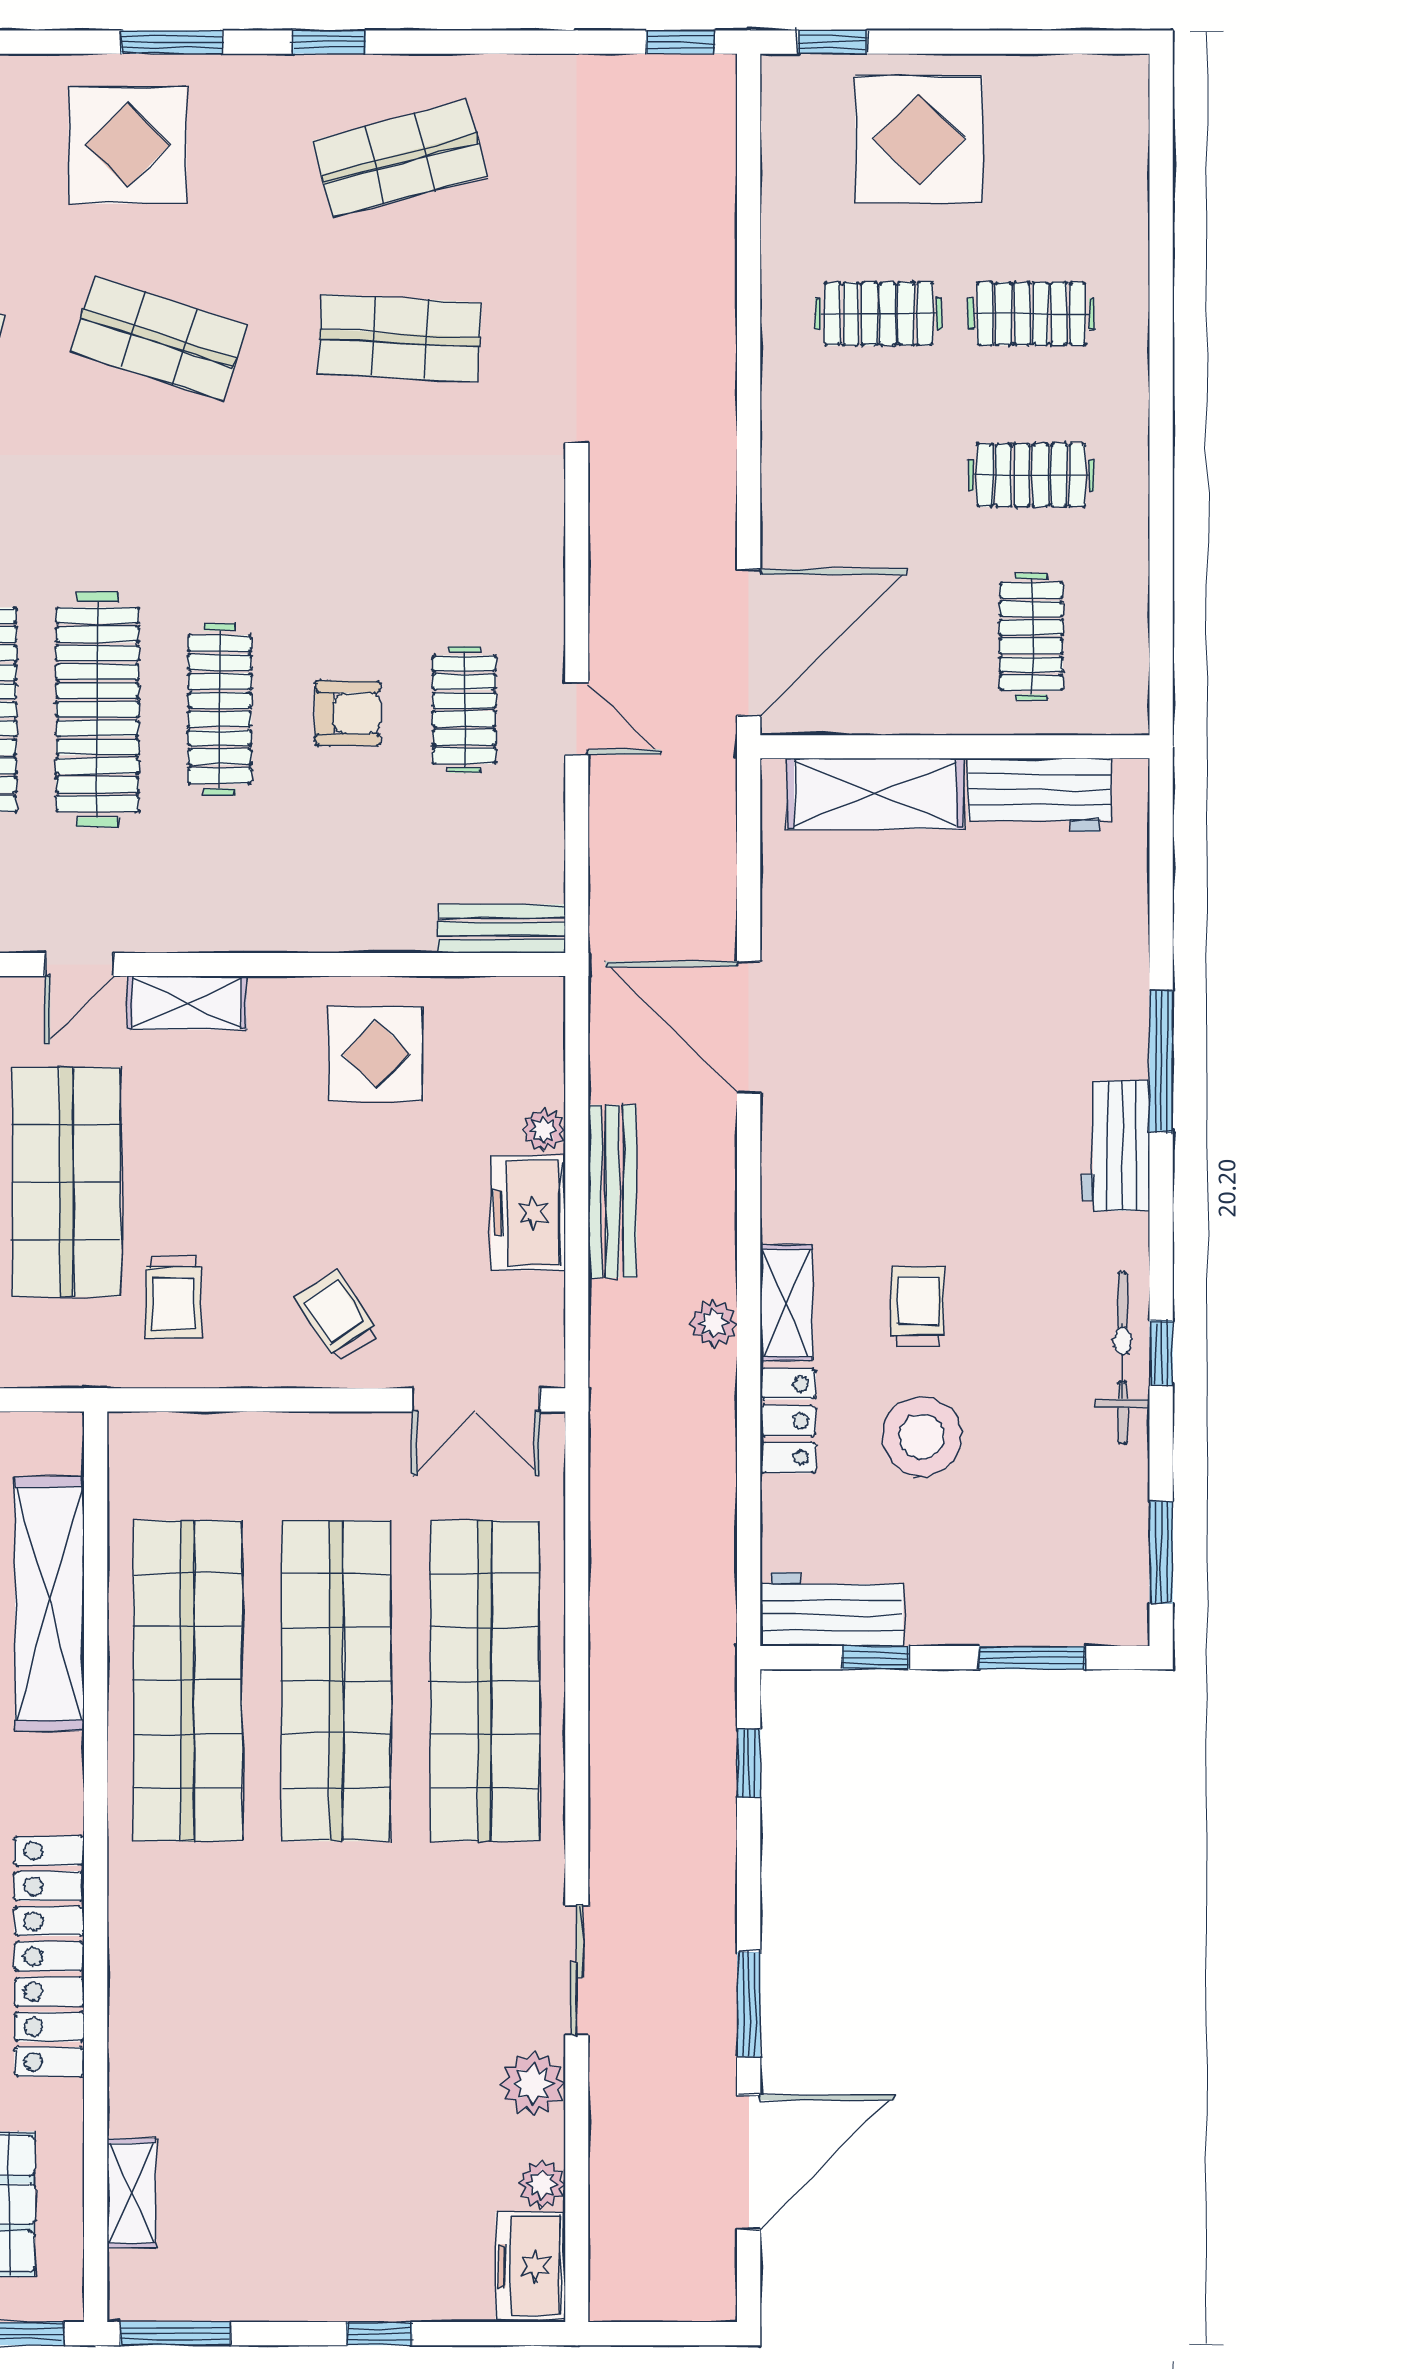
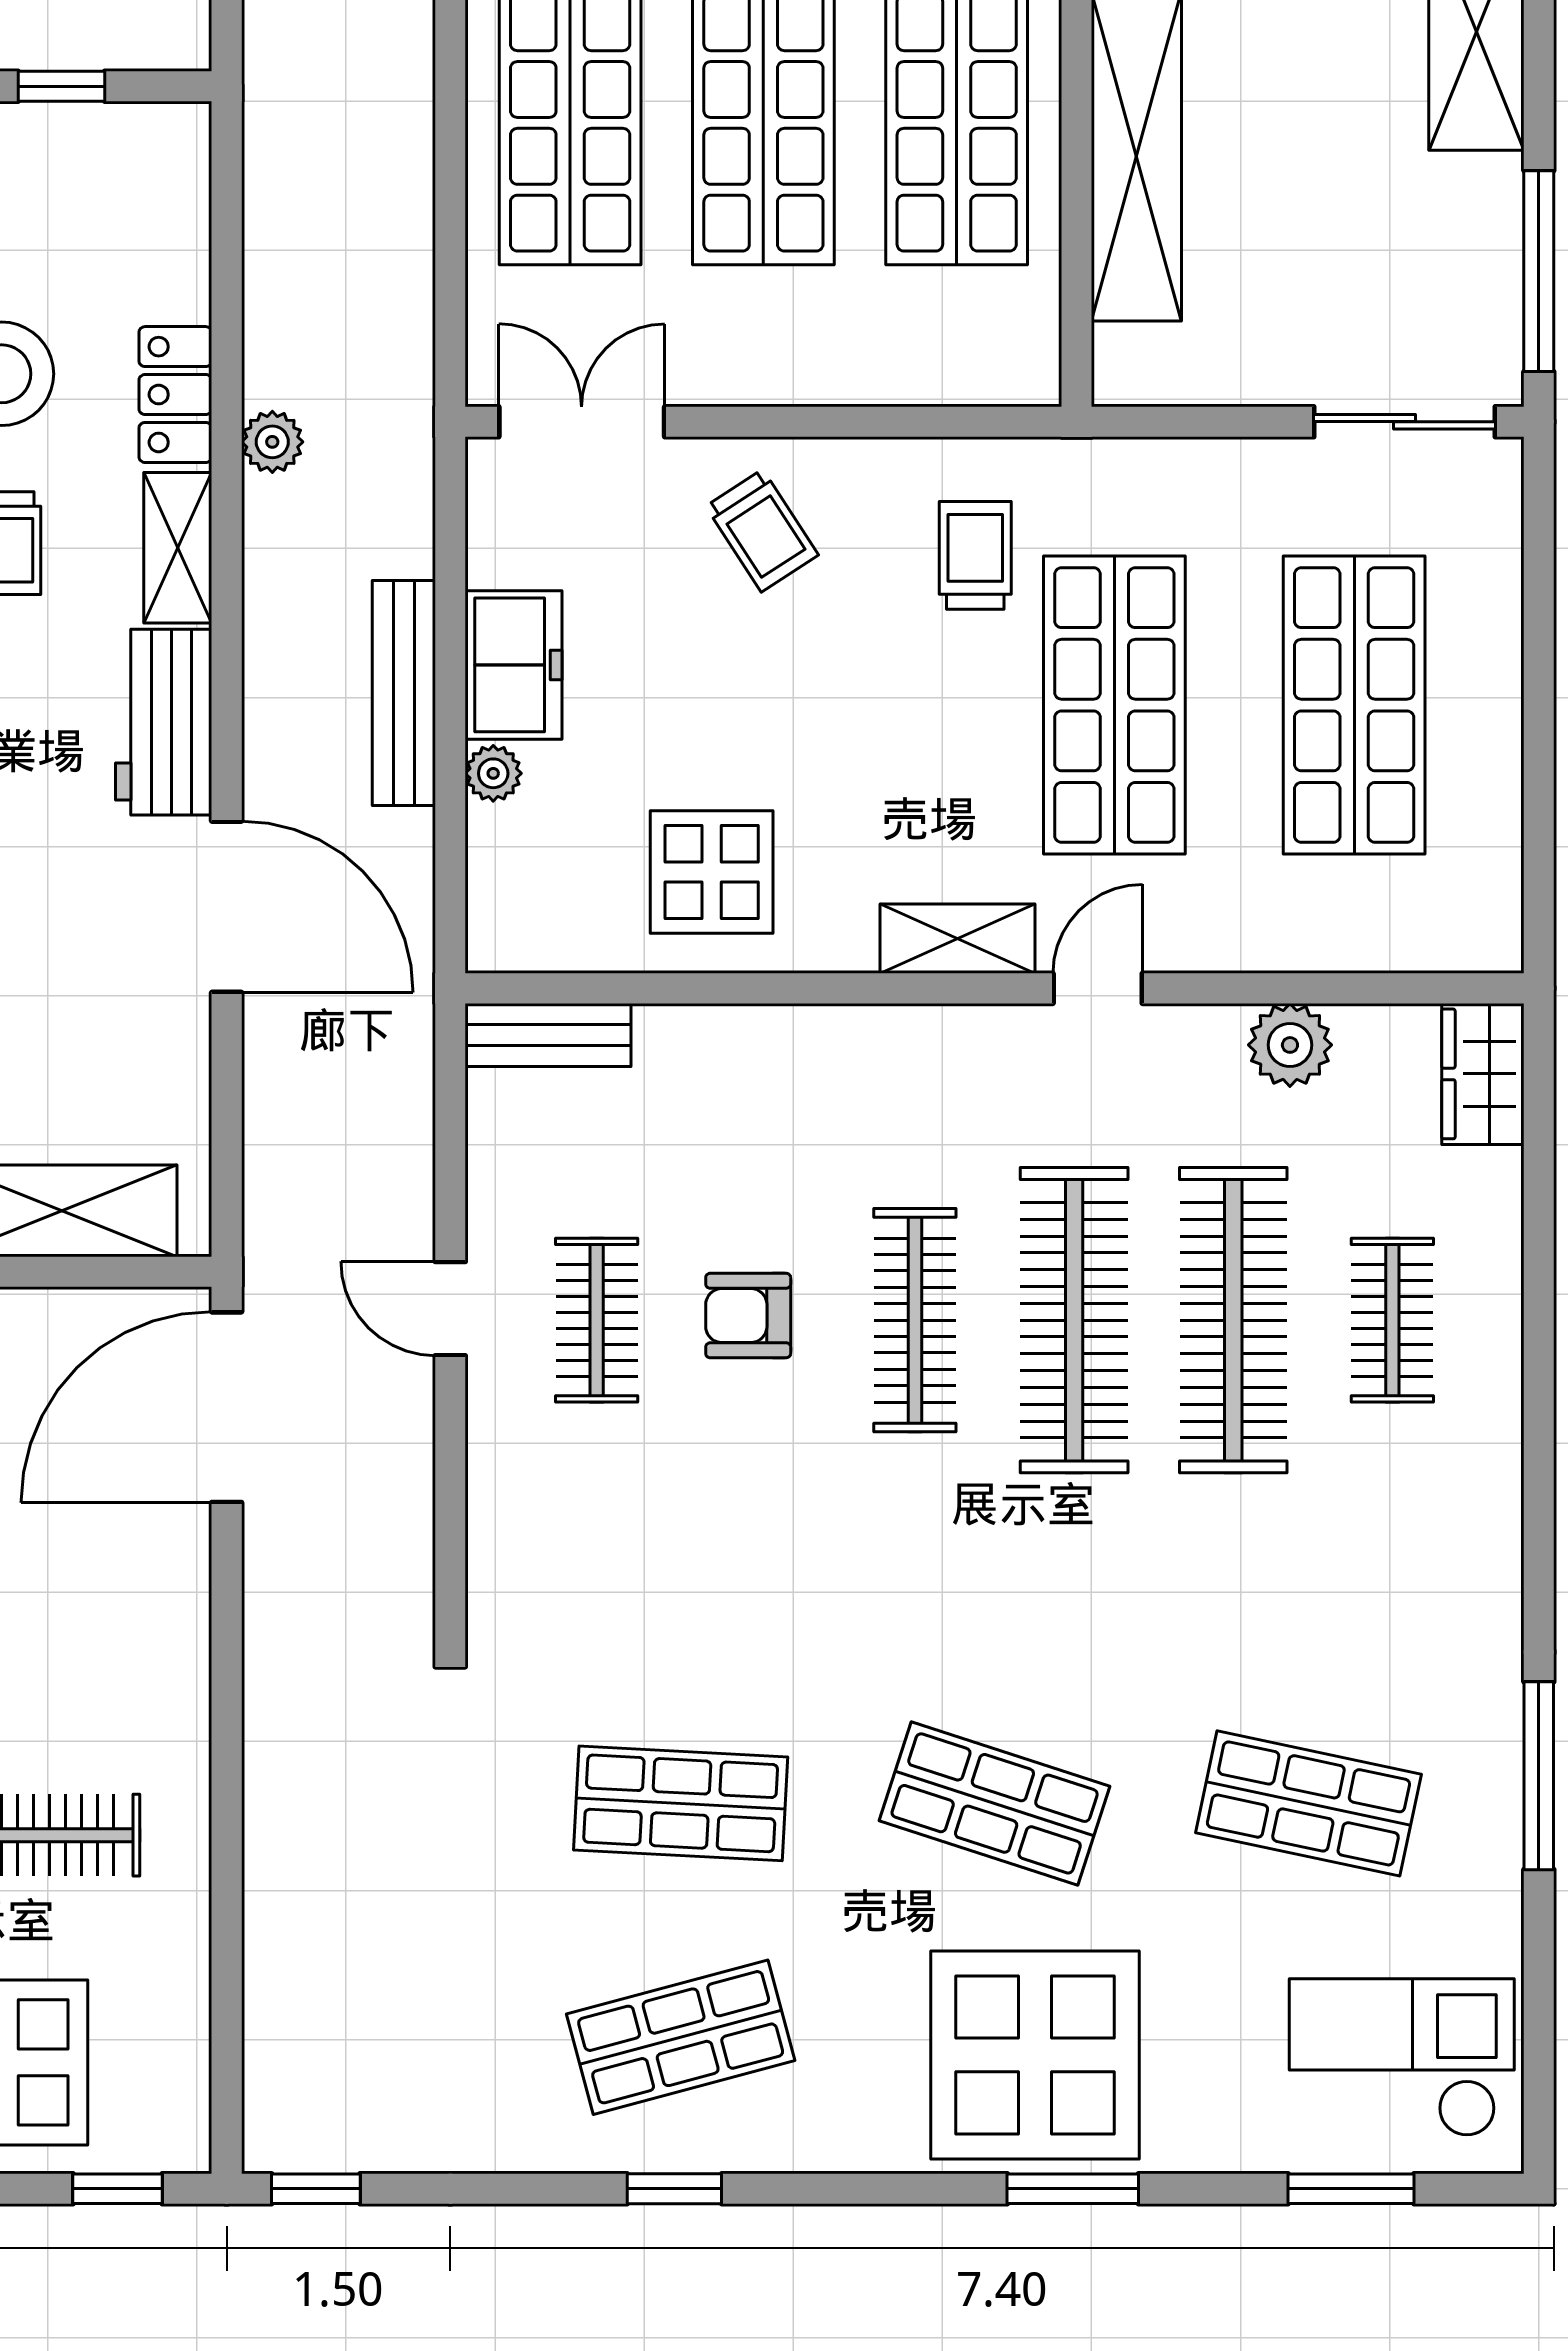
window: (172, 42) -> (1073, 2189), moved
window: (329, 42) -> (674, 2189), moved
display table: (128, 145) -> (1035, 2055), width x1.36, depth x1.36
plant: (714, 1323) -> (272, 442), moved
workbench: (832, 1609) -> (164, 722), moved, turned 90

